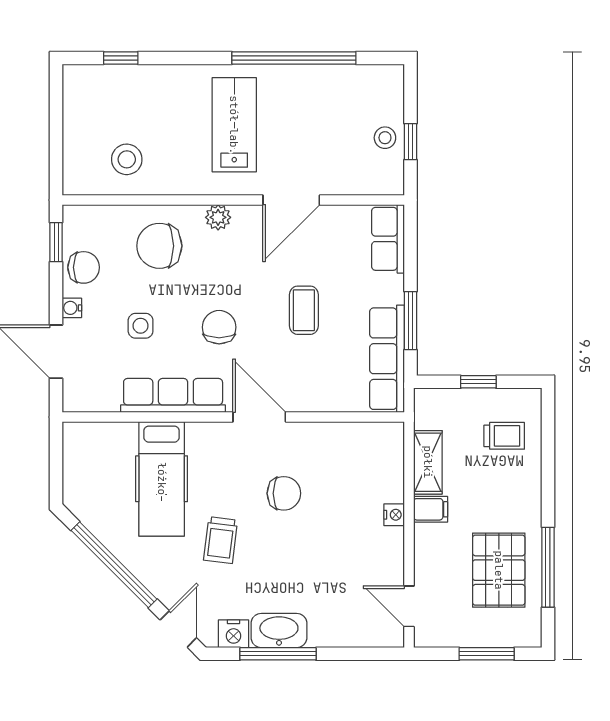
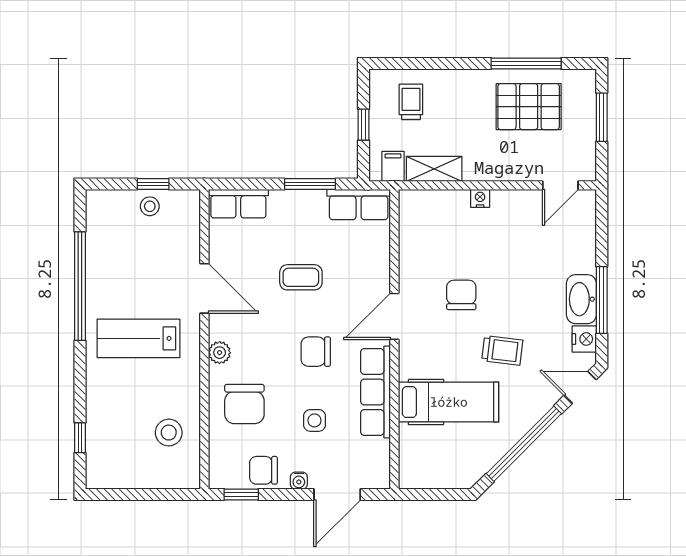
chair: (84, 267) -> (263, 470), turned -90
row of seats: (387, 359) -> (359, 205), width x0.68
filing cabinet: (431, 509) -> (393, 166), moved

